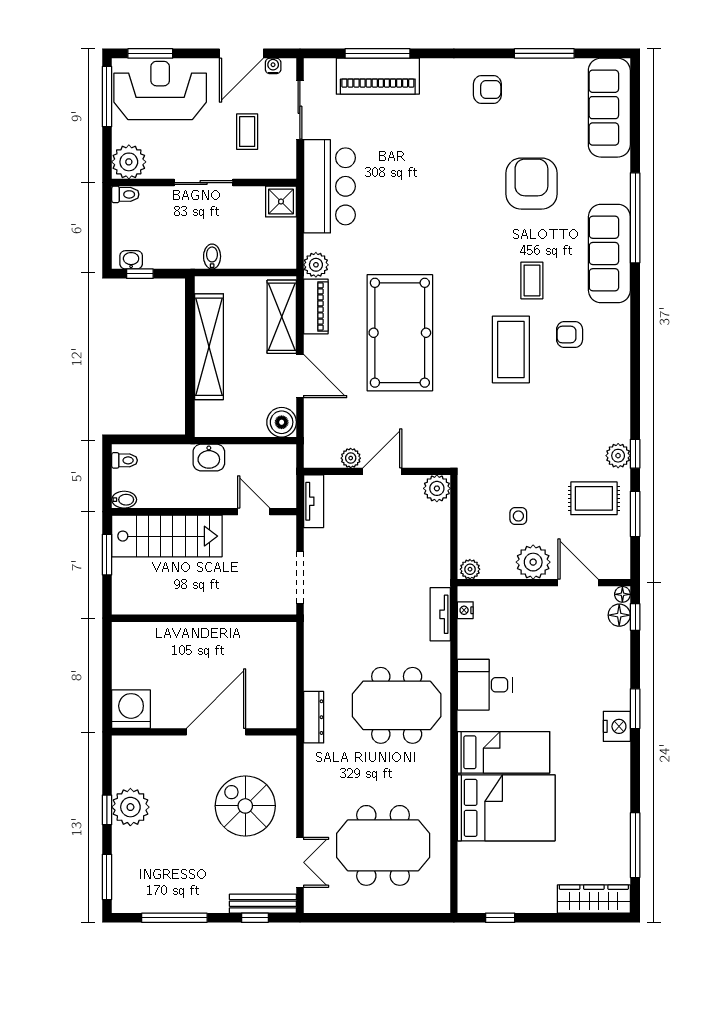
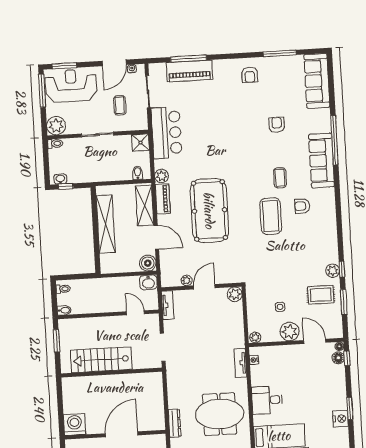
armchair: (487, 89) -> (250, 75), turned 90
armchair: (531, 184) -> (277, 125), width x0.53, depth x0.53
bidet: (212, 256) -> (138, 173), moved
washbasin: (209, 458) -> (148, 282), moved
stairs: (167, 536) -> (101, 360), moved, turned 180

